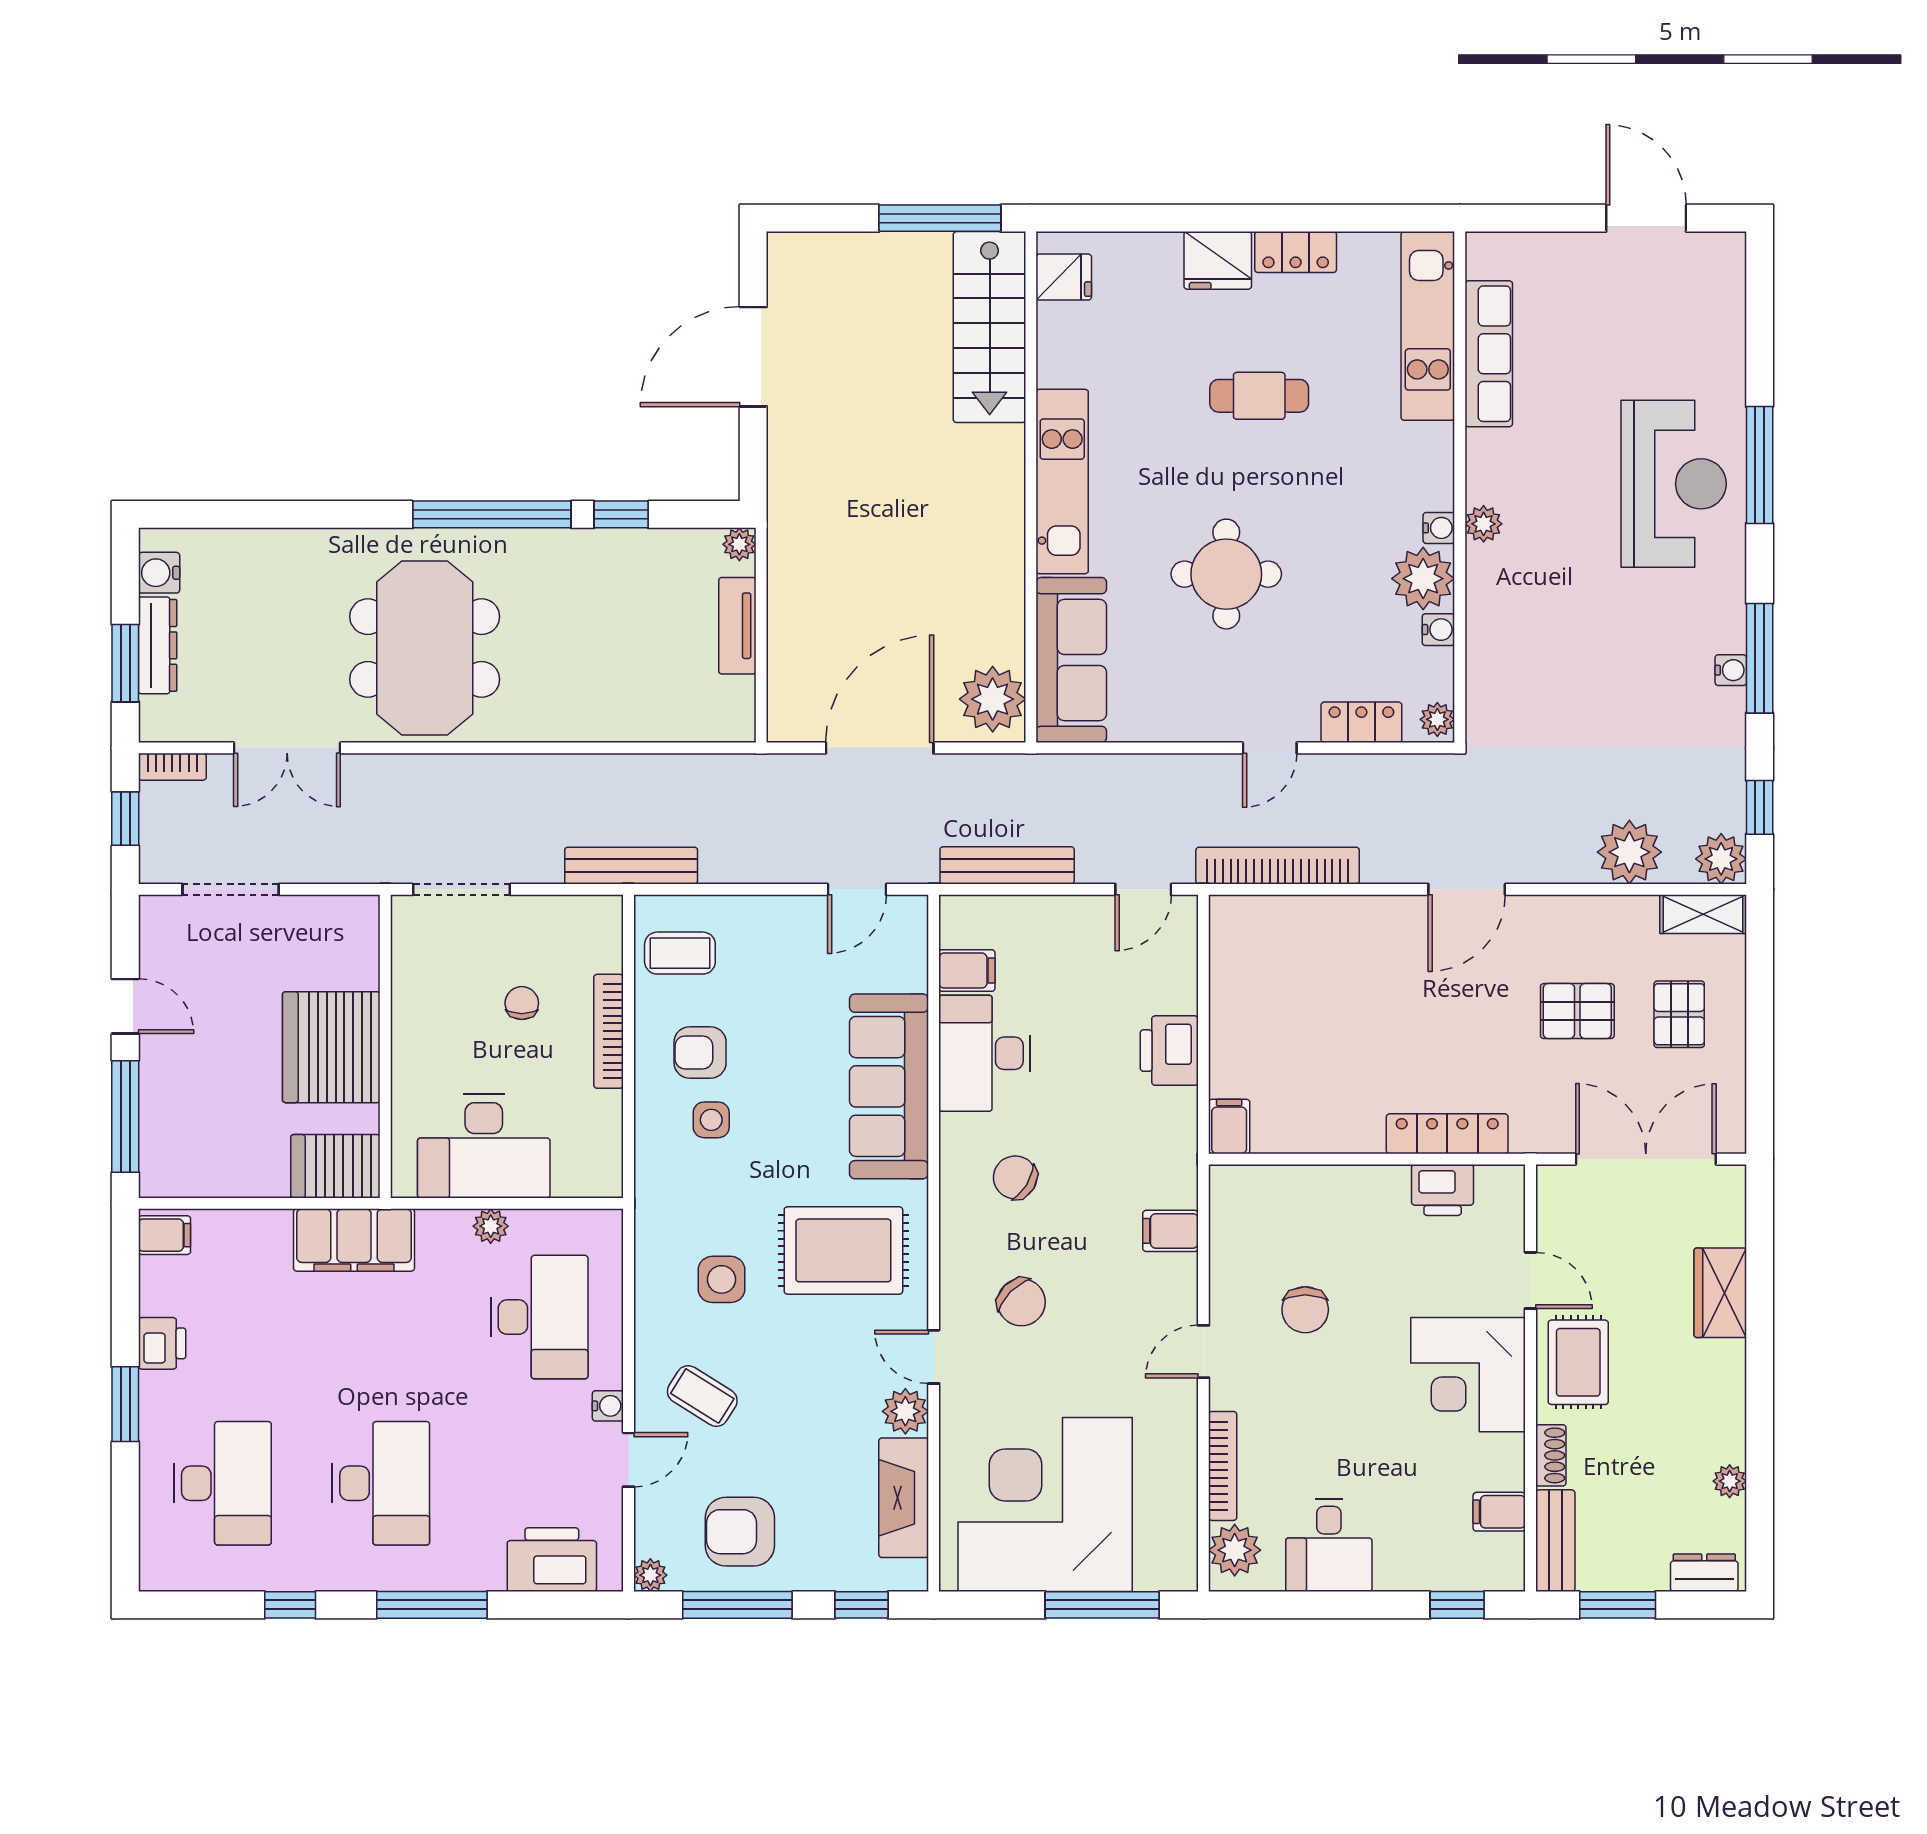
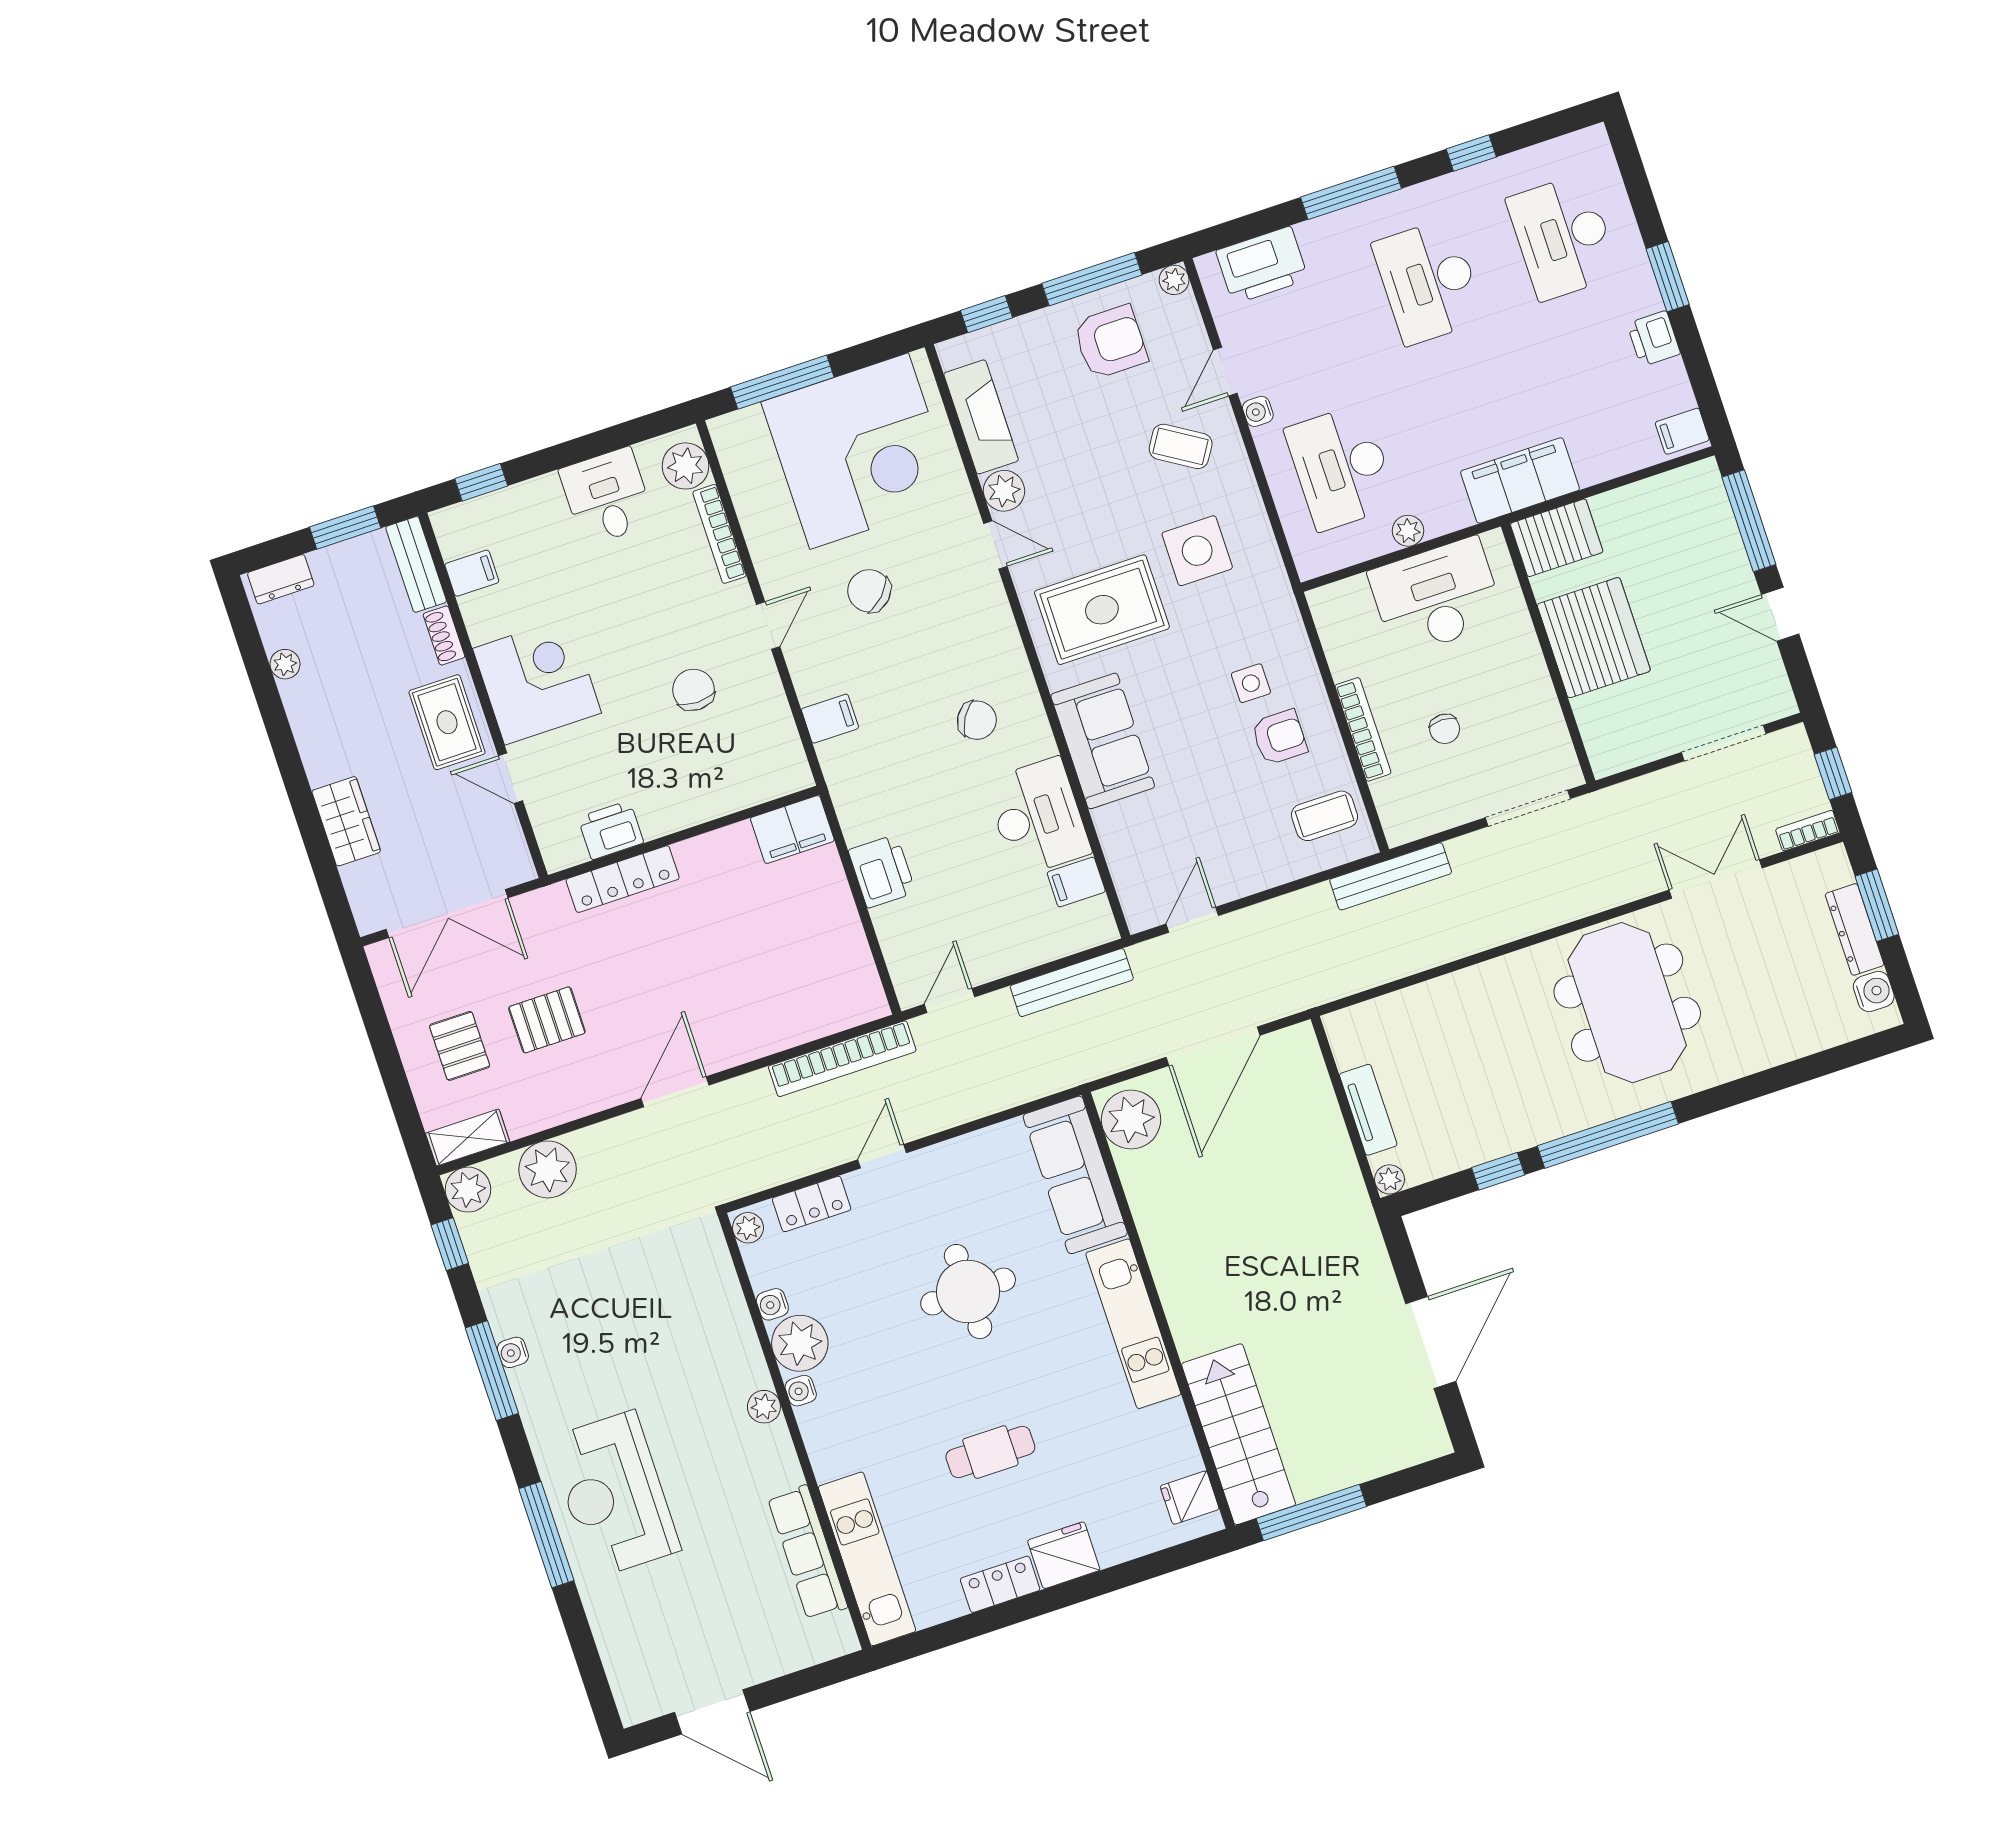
sofa: (889, 1086) -> (1103, 741), width x0.73
filing cabinet: (1229, 1127) -> (792, 829), width x2.00
side table: (721, 1279) -> (1197, 551), width x1.37, depth x1.37
chair: (1021, 1302) -> (869, 591), moved

